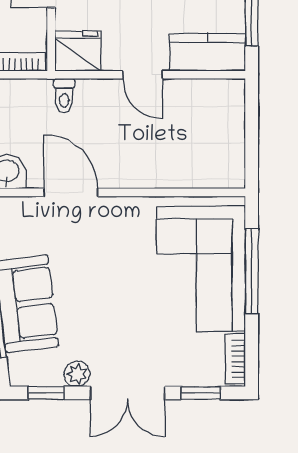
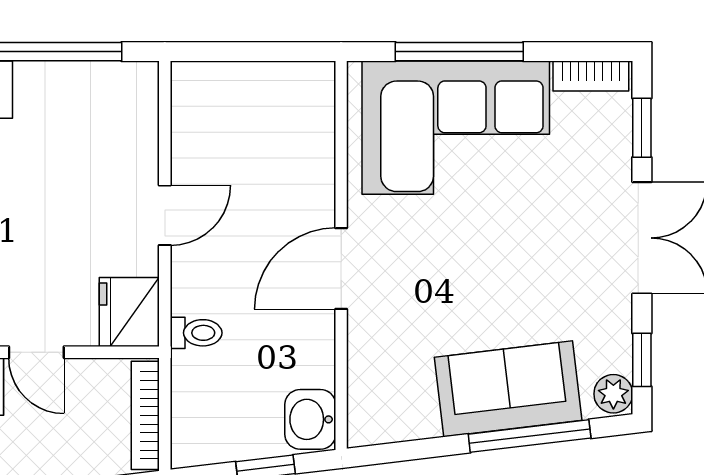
kitchen counter: (208, 52) -> (131, 118), removed
door: (71, 192) -> (341, 269), moved
plant: (77, 374) -> (613, 394), moved

